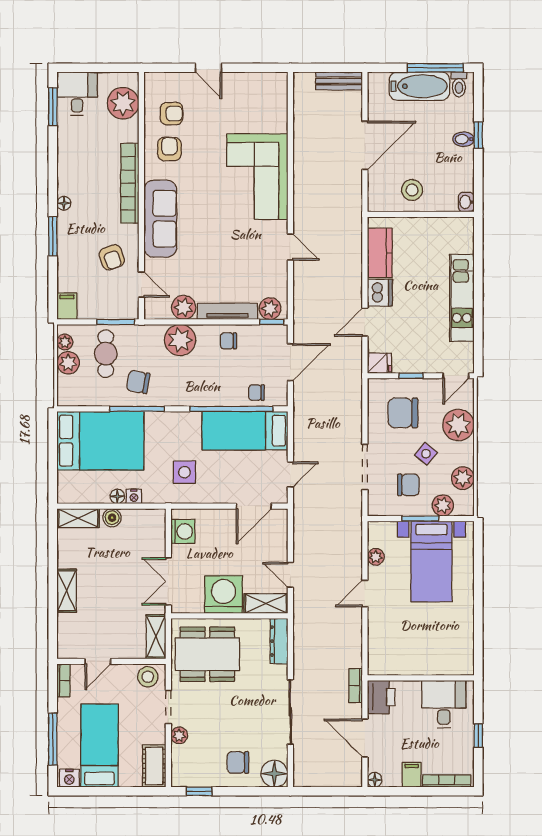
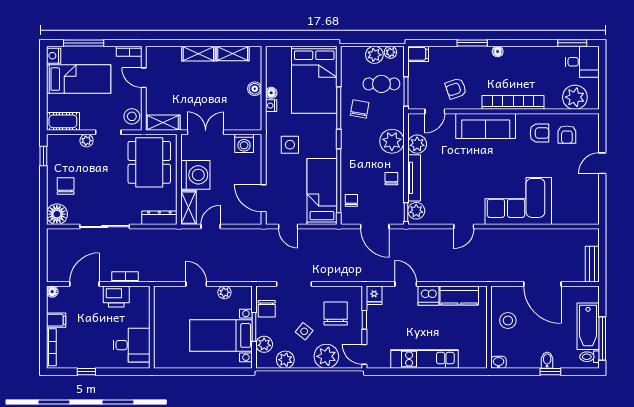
chair: (408, 485) -> (267, 309), moved
shelving: (78, 518) -> (233, 54), moved, turned 90
wall: (421, 678) -> (152, 327), moved
desk: (444, 704) -> (131, 345), moved

